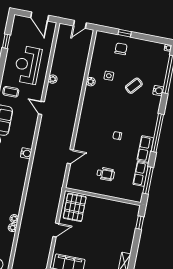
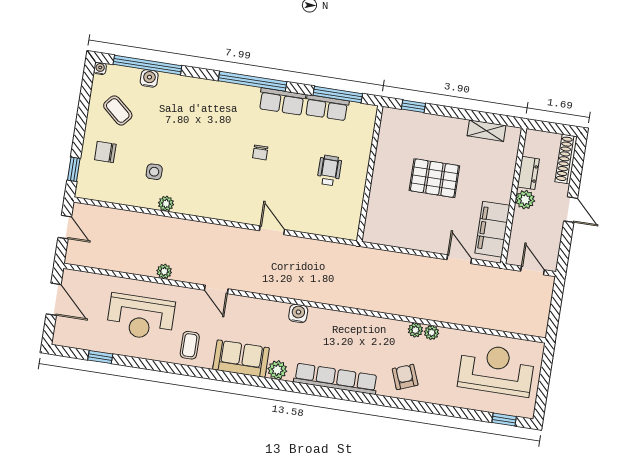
door: (40, 16) -> (54, 299), hinge flipped
window: (125, 33) -> (74, 169), moved
coffee table: (134, 86) -> (118, 110), moved
water cooler: (158, 91) -> (149, 78), moved
door: (41, 108) -> (216, 289), hinge flipped
door: (70, 157) -> (272, 230), moved
pallet: (75, 207) -> (434, 178), moved
door: (56, 230) -> (459, 259), moved

